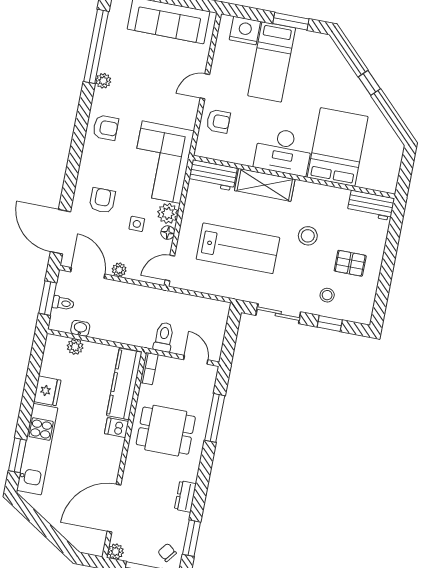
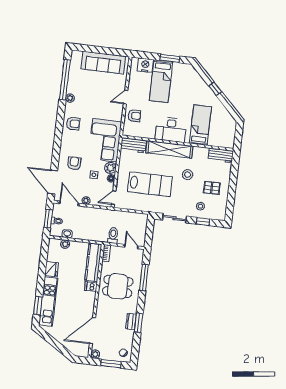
bed: (338, 147) -> (200, 125), width x0.67
shelving: (265, 185) -> (169, 149), width x1.47
window: (192, 538) -> (139, 323), moved

